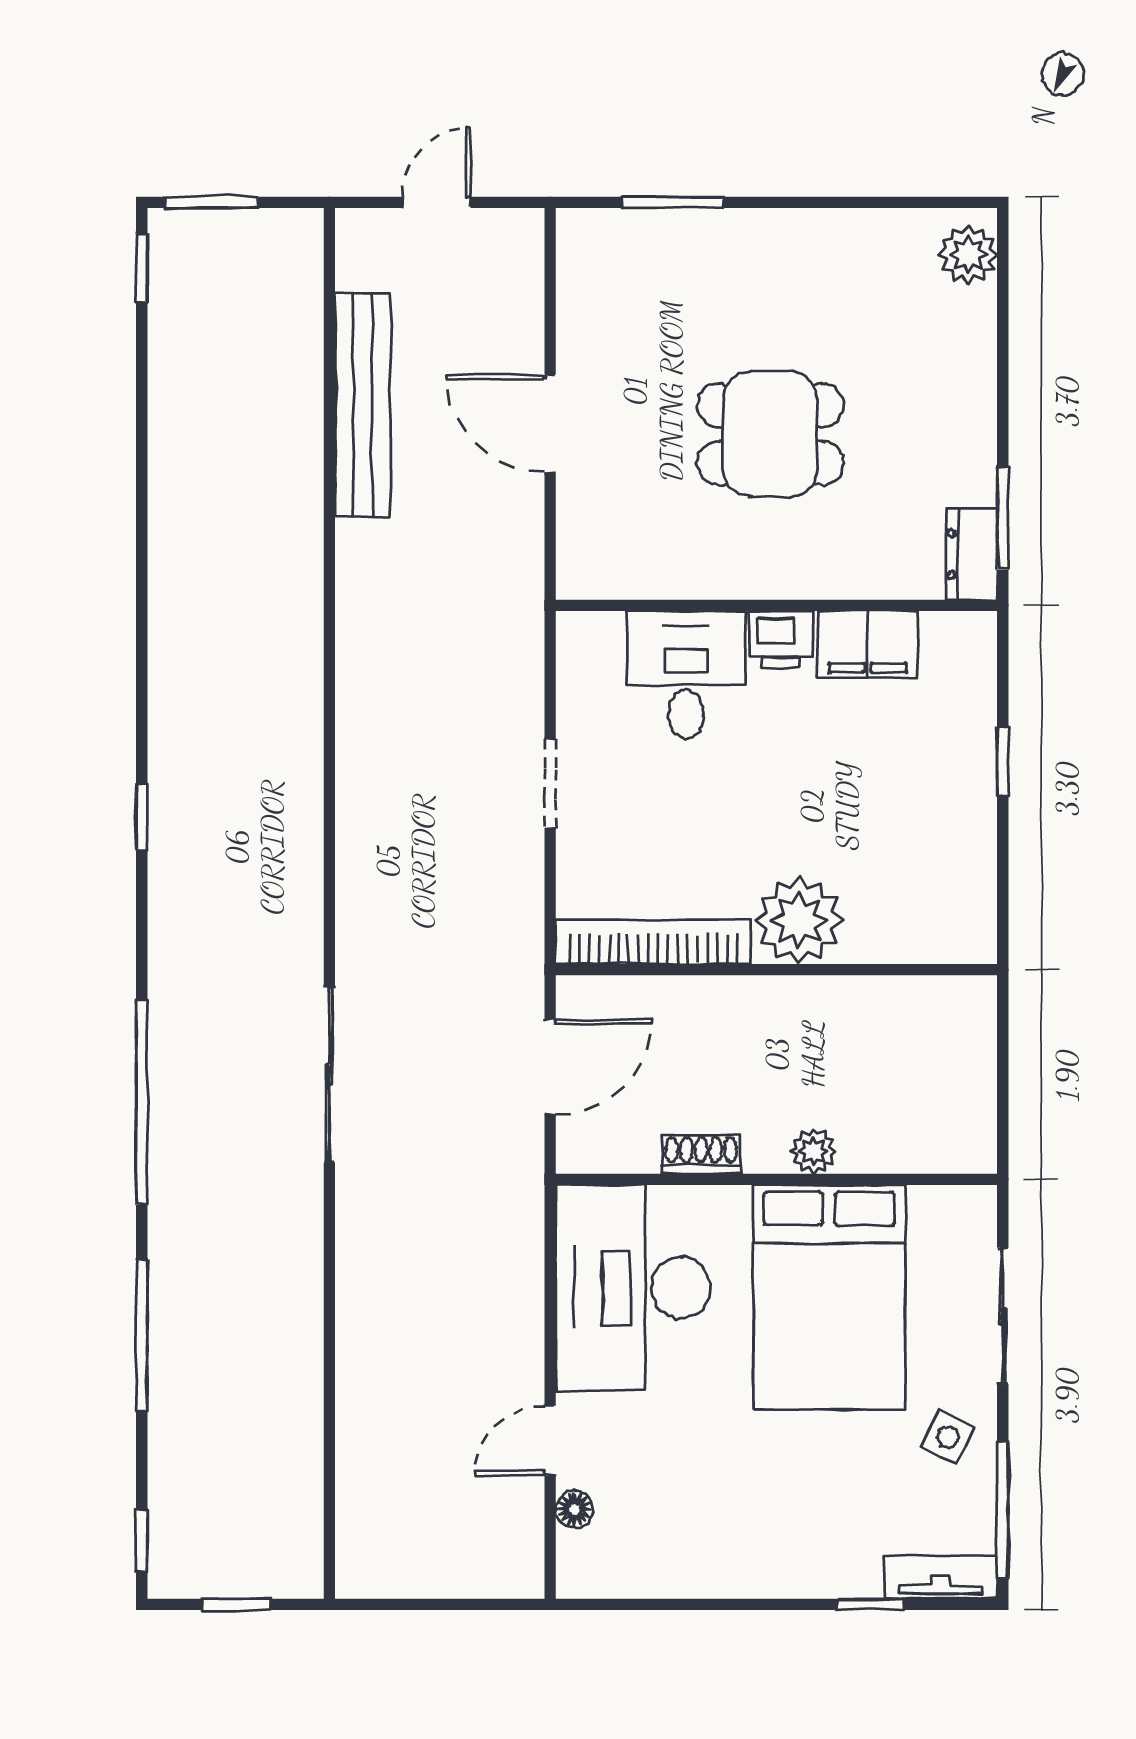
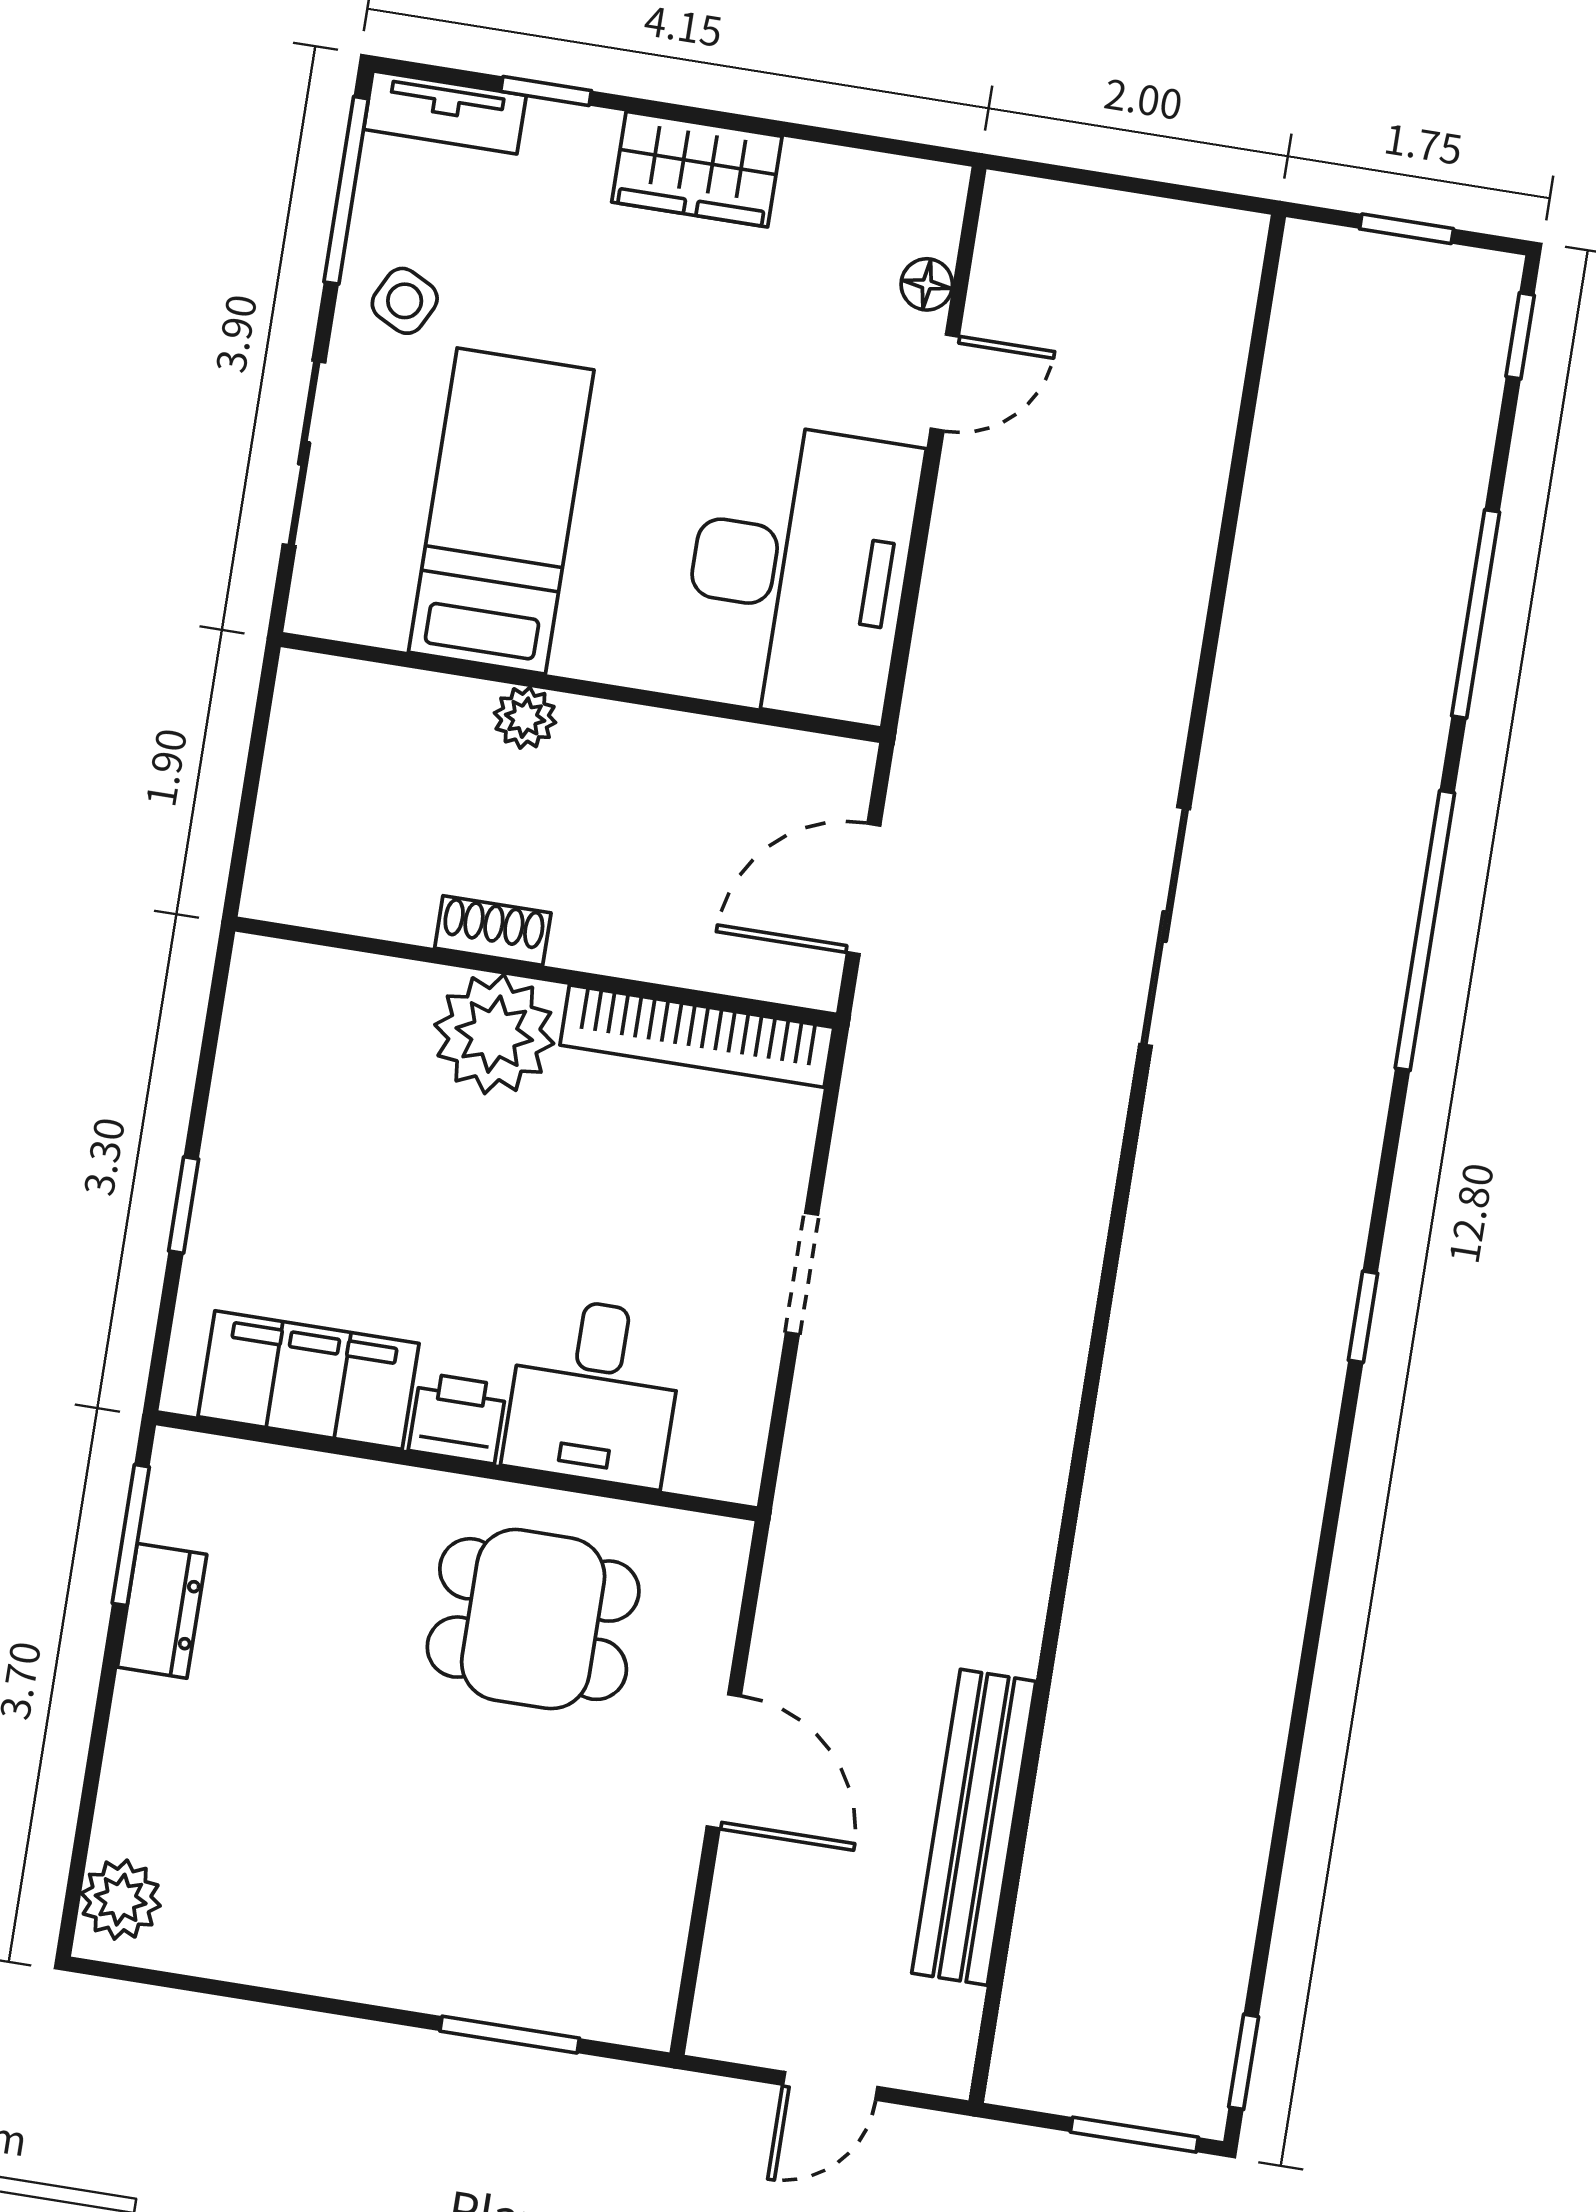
dining table: (770, 434) -> (533, 1619), moved
dresser: (972, 554) -> (162, 1611), moved
filing cabinet: (868, 644) -> (309, 1380), width x1.50, depth x1.17
shoe rack: (701, 1155) -> (493, 930), moved, turned 180
bed: (829, 1297) -> (501, 511), width x0.67
wardrobe: (753, 1565) -> (697, 169), added

